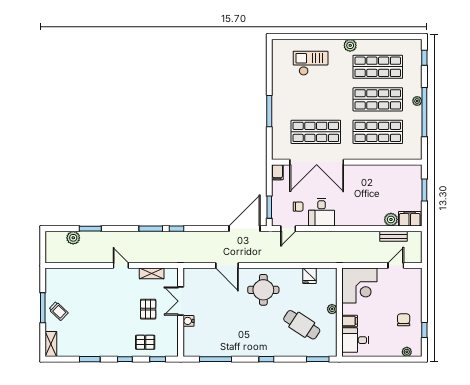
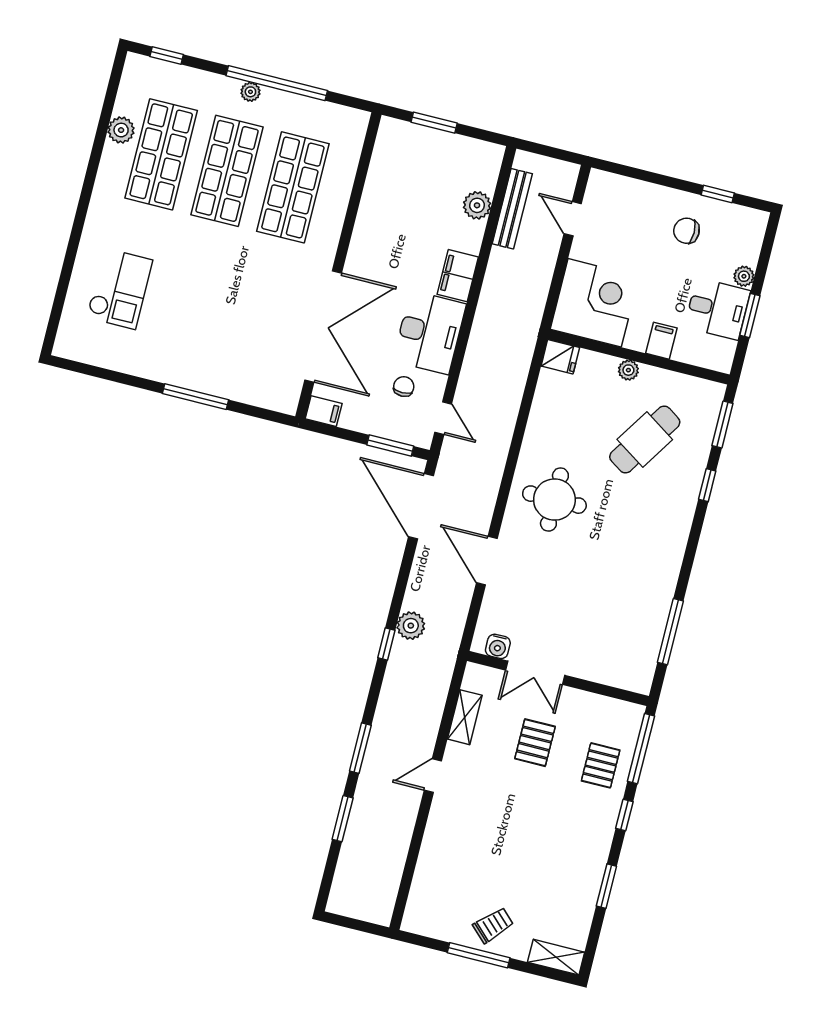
plant: (350, 45) -> (121, 130), moved
checkout: (311, 63) -> (119, 289), turned 180
shop shelf: (316, 132) -> (261, 313), removed
desk: (322, 212) -> (430, 333), width x1.37
filing cabinet: (410, 219) -> (458, 276), moved
window: (151, 229) -> (360, 748), moved
bench: (393, 236) -> (512, 209), width x1.36
plant: (73, 238) -> (411, 626), moved
door: (227, 266) -> (487, 561), swing flipped
fridge: (309, 276) -> (560, 357), moved
pallet: (148, 309) -> (535, 743), turned 90
water cooler: (188, 321) -> (498, 646), moved
desk: (355, 340) -> (717, 309), moved, turned -90
plant: (407, 352) -> (744, 276), moved
window: (158, 359) -> (641, 749), width x2.17
window: (266, 359) -> (707, 485), moved
window: (372, 359) -> (750, 316), added

